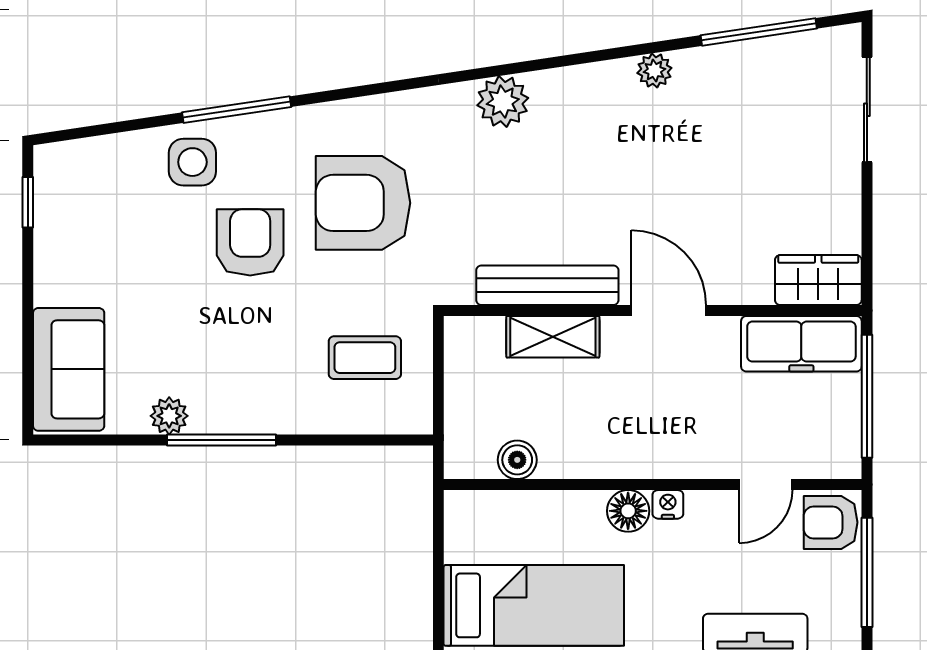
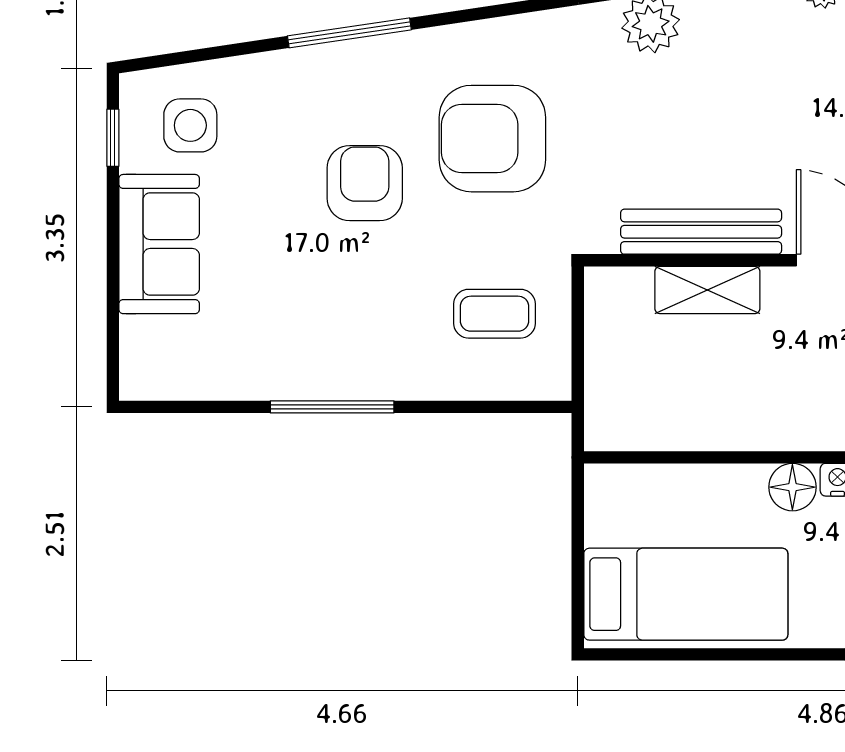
side table: (192, 162) -> (190, 125), moved
sofa: (69, 369) -> (159, 244), moved
plant: (169, 416) -> (273, 380), removed
boiler: (517, 460) -> (667, 429), removed

